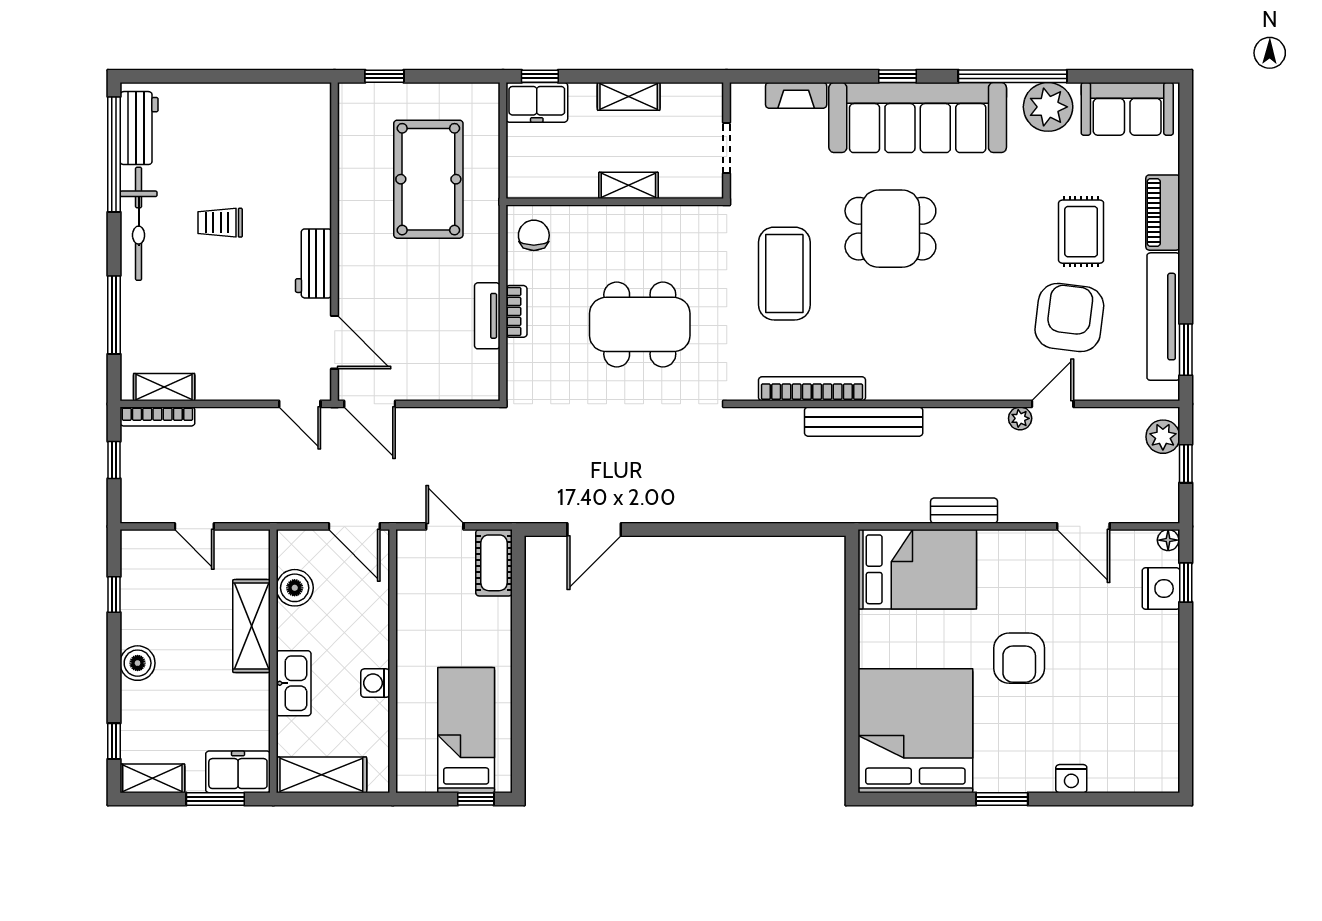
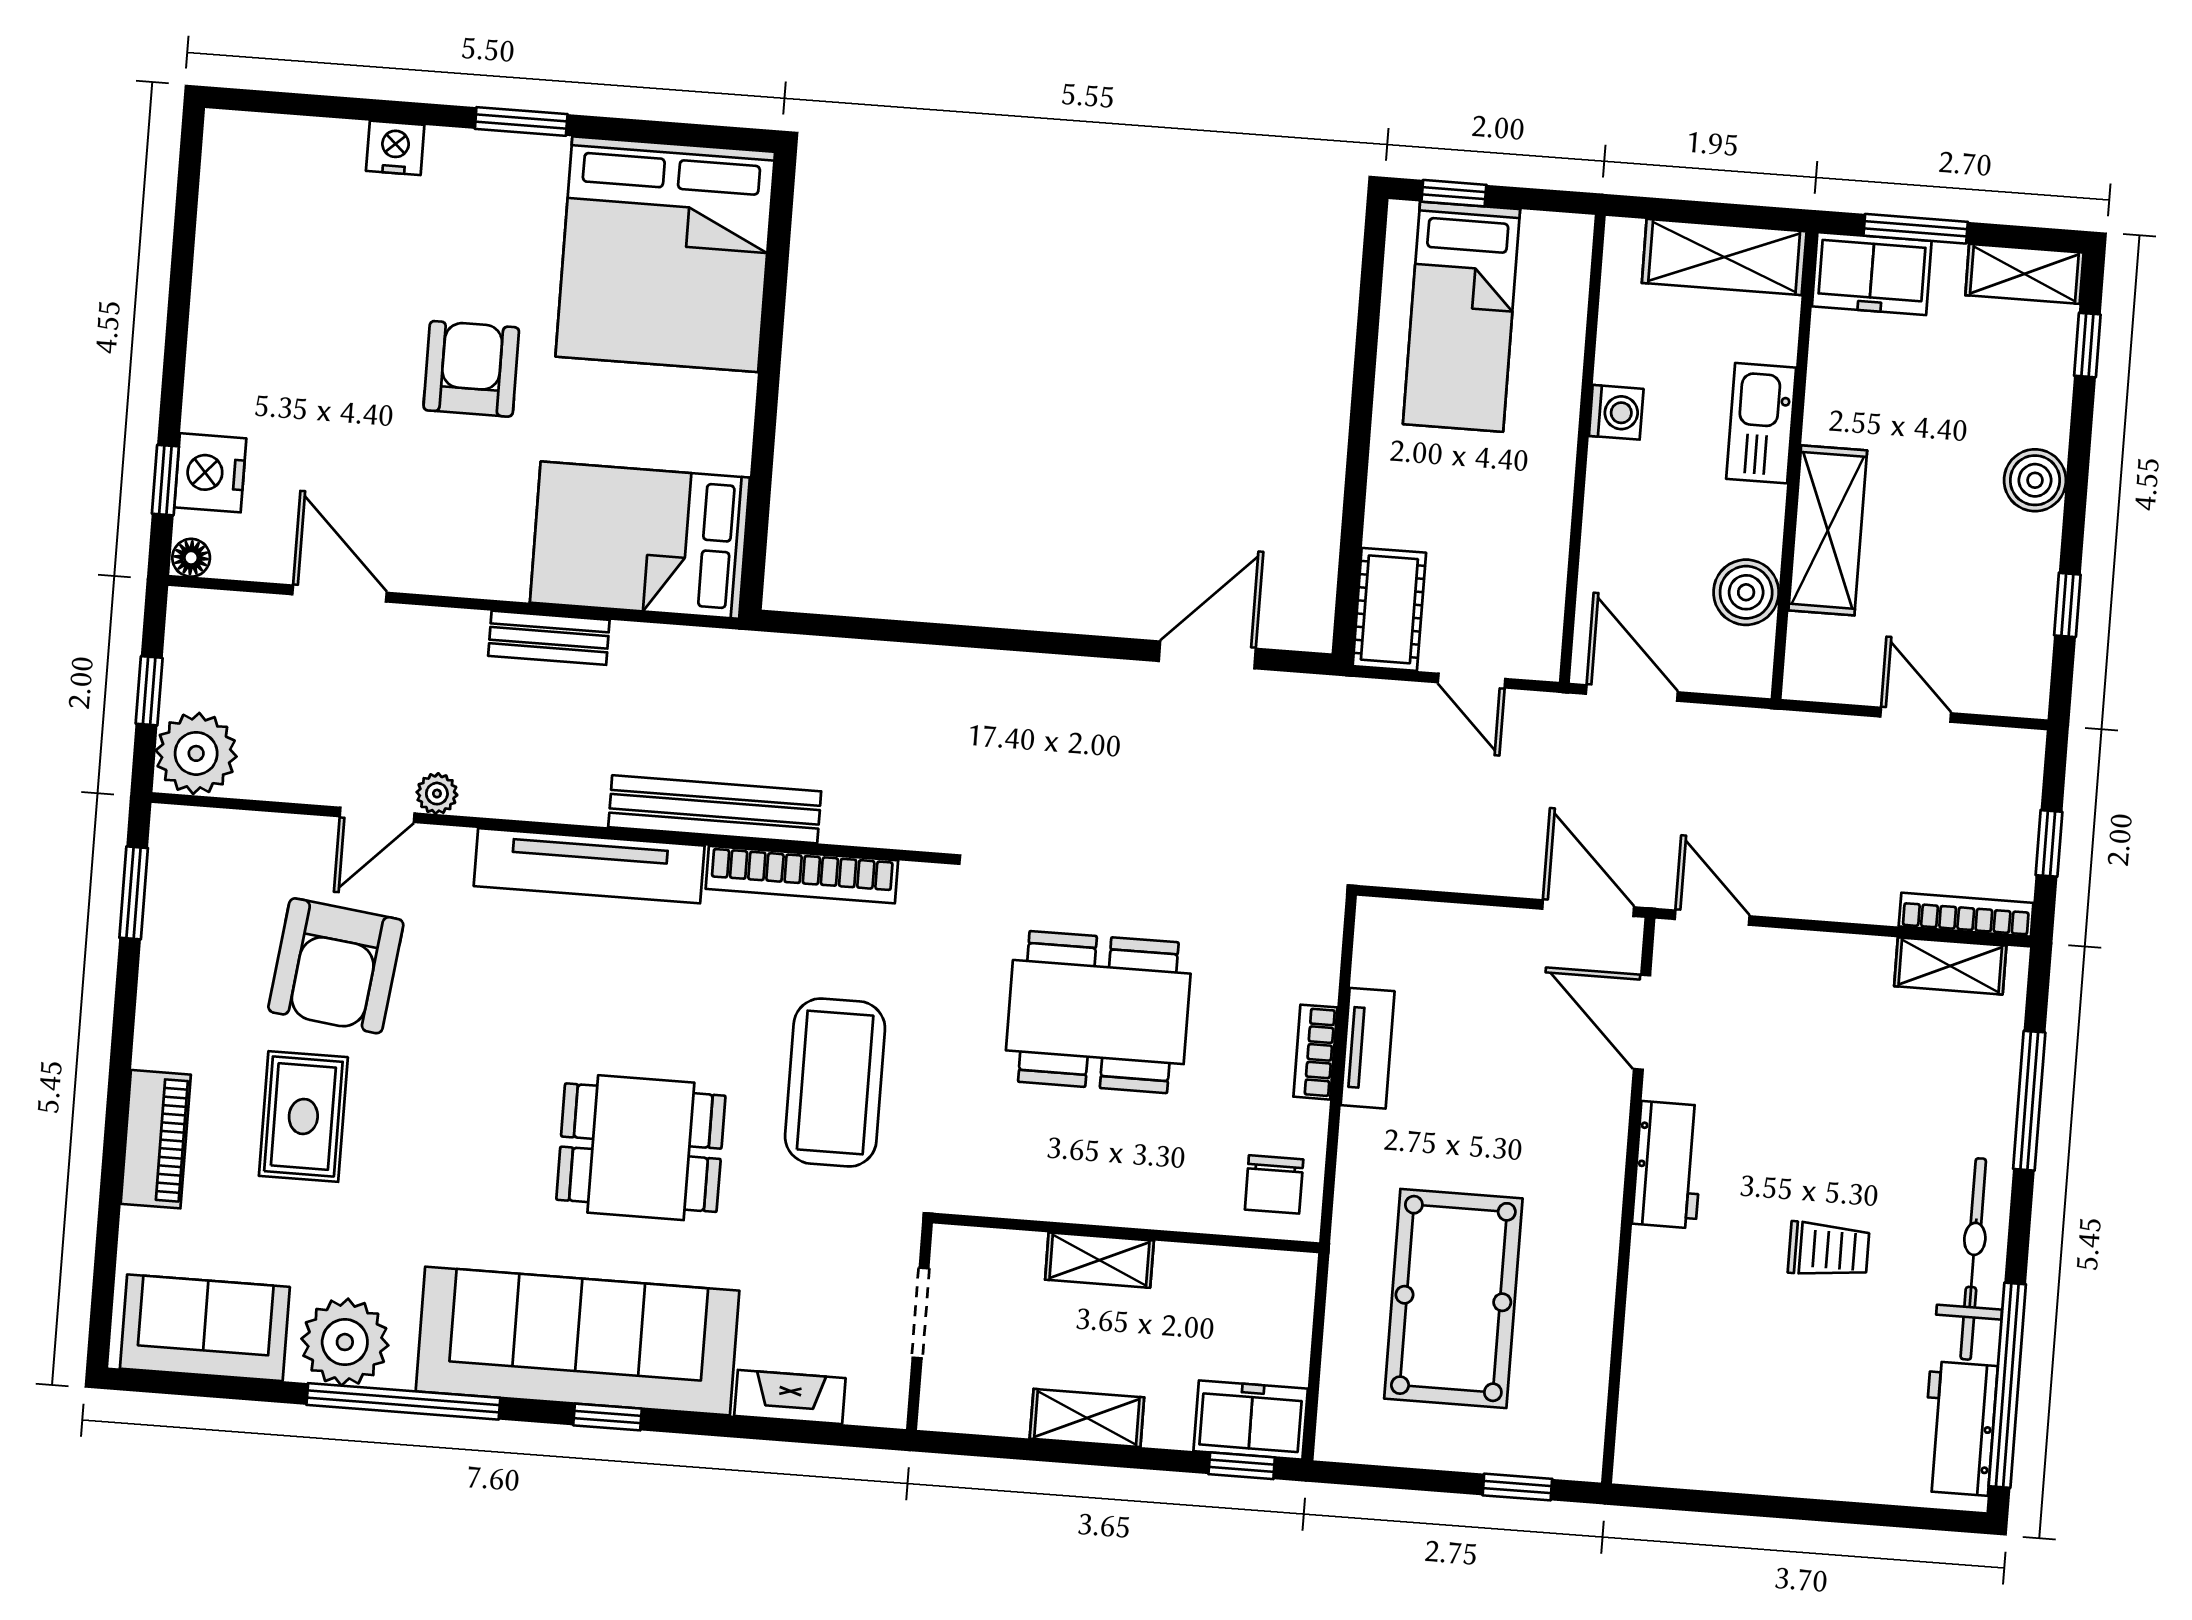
tv unit: (1163, 317) -> (589, 866), moved, turned 90
plant: (1163, 437) -> (196, 753), width x1.36, depth x1.36

